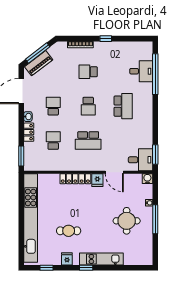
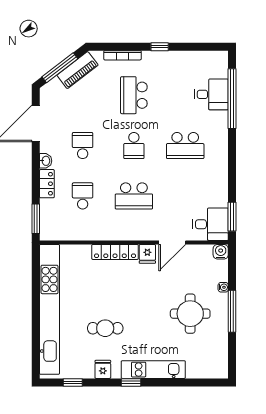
piano: (39, 63) -> (77, 70), moved
school desk: (88, 72) -> (134, 95), width x1.85
school desk: (123, 106) -> (185, 146), turned 90
door: (114, 172) -> (172, 242), hinge flipped

